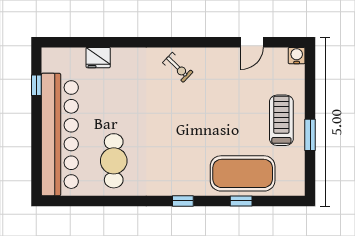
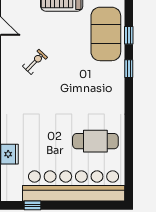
exercise bike: (178, 67) -> (35, 62), moved
window: (183, 201) -> (129, 69), moved

